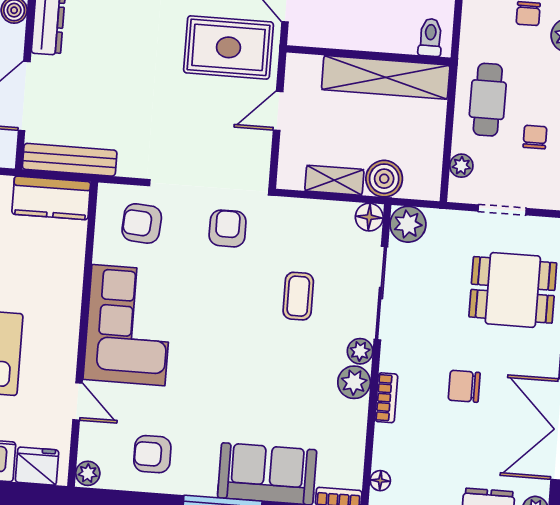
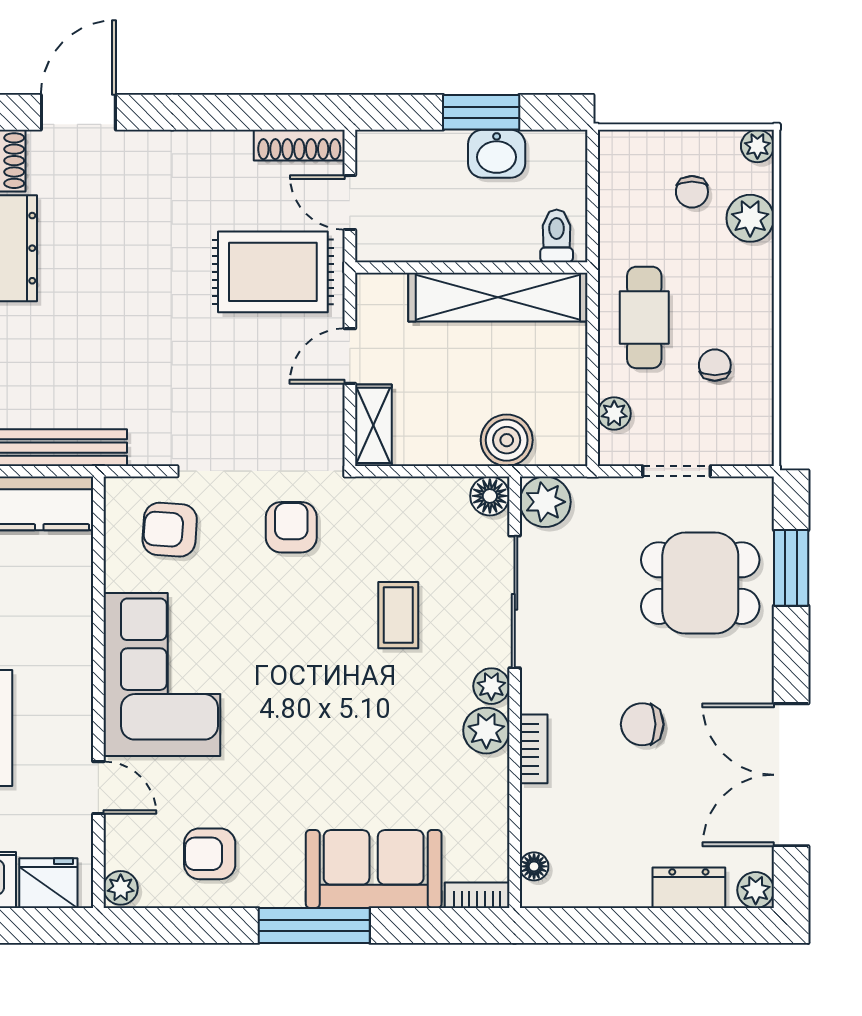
shelving: (334, 180) -> (373, 425), moved, turned 90

